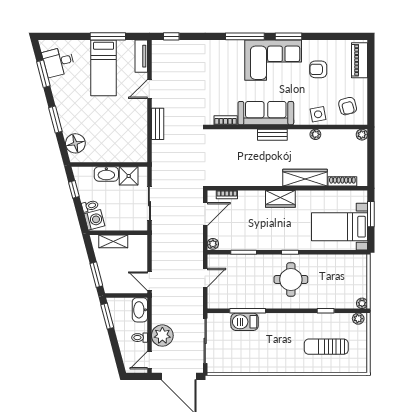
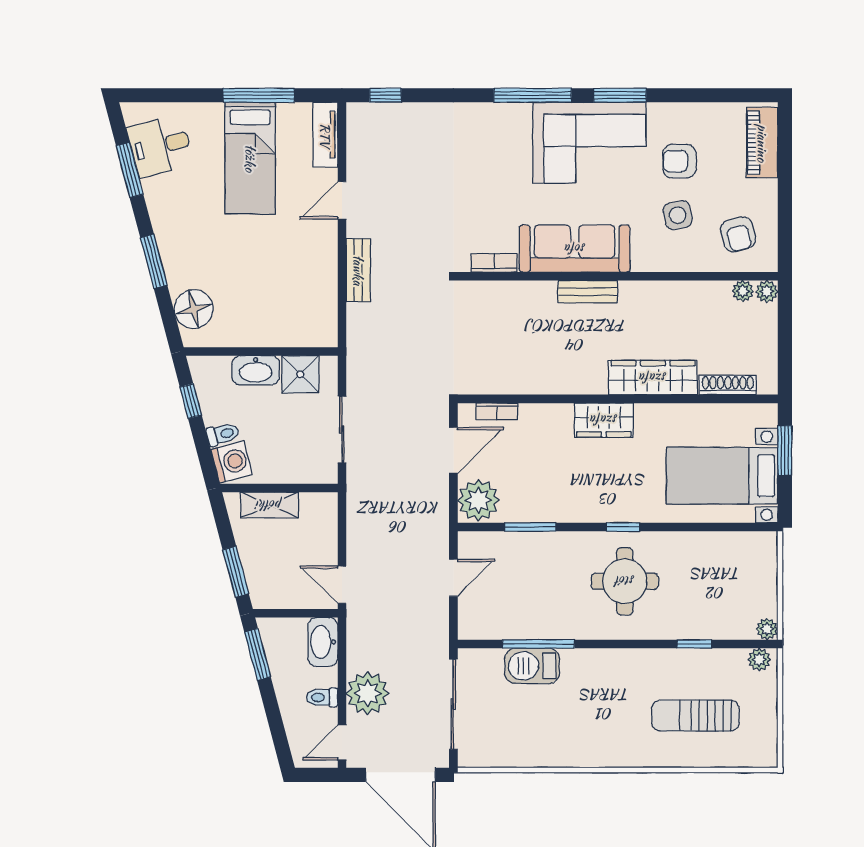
side table: (318, 114) -> (678, 215), moved
plant: (315, 134) -> (743, 291), moved
plant: (213, 244) -> (478, 500), width x1.88, depth x1.88

